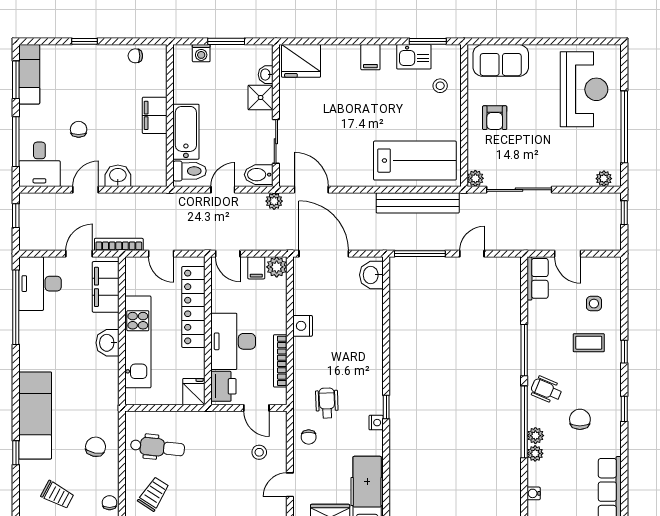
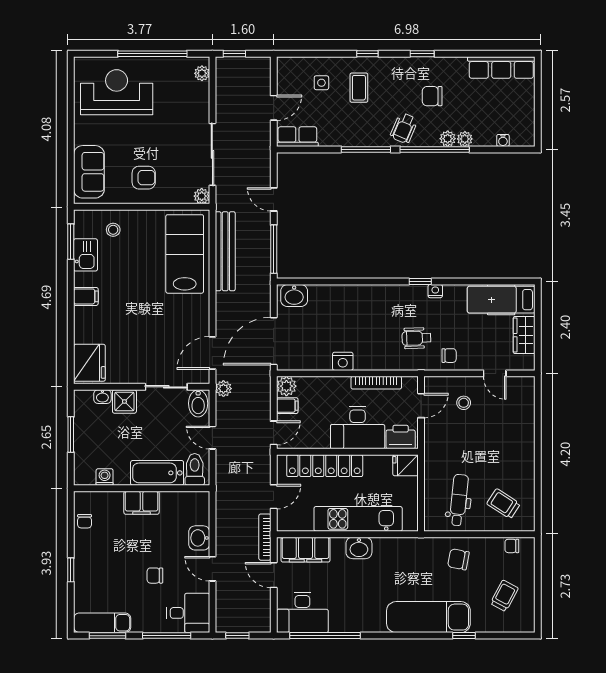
washing machine: (201, 53) -> (105, 477), moved, turned -90

